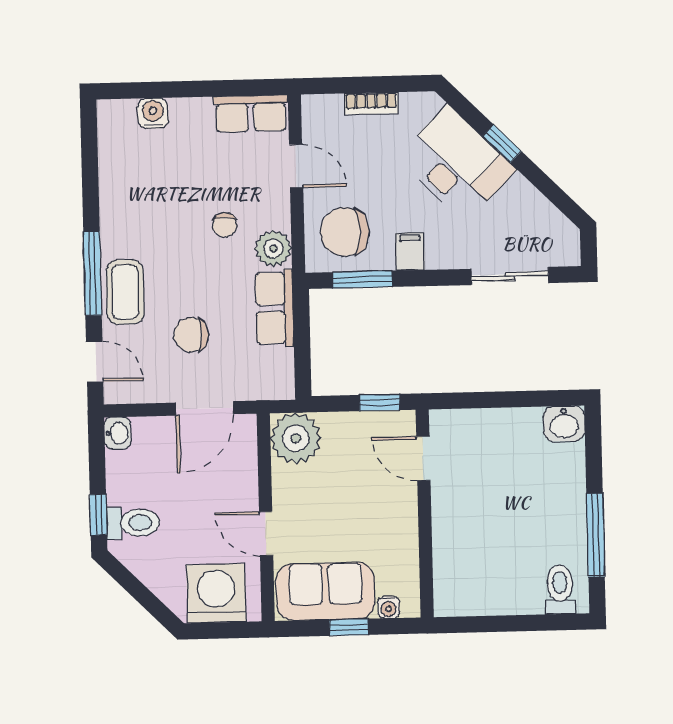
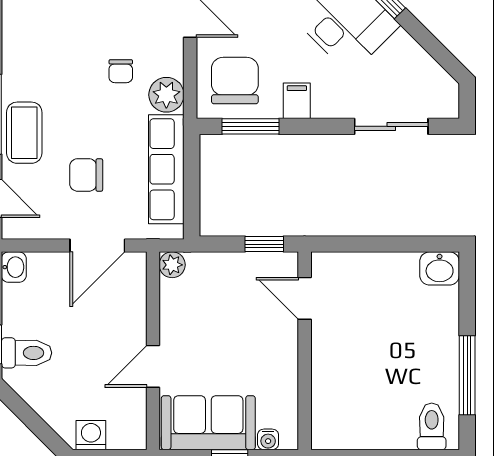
chair: (345, 232) -> (235, 81), turned 90
row of seats: (274, 308) -> (166, 169), width x1.48
plant: (296, 438) -> (172, 265), width x0.53, depth x0.53
door: (266, 534) -> (153, 366), hinge flipped
washing machine: (216, 593) -> (91, 435), width x0.53, depth x0.53

